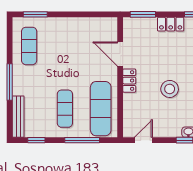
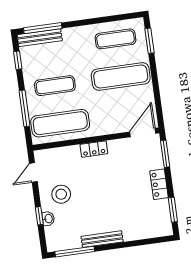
exercise mat: (65, 46) -> (121, 76), added
door: (120, 54) -> (143, 133), moved
window: (10, 82) -> (43, 28), moved
stool: (170, 89) -> (61, 194), moved
door: (143, 140) -> (33, 172), swing flipped

